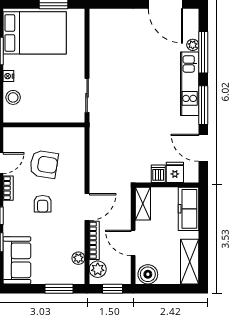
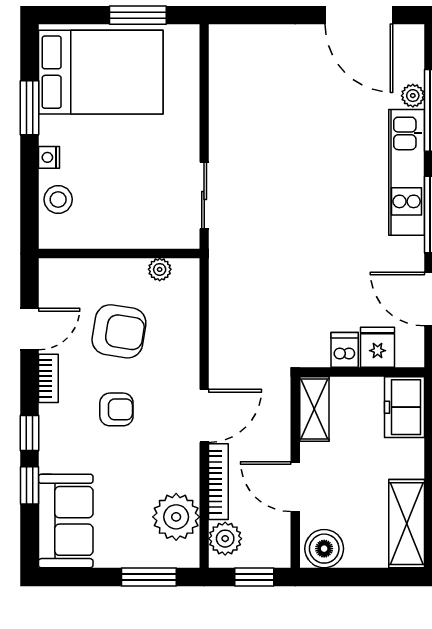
plant: (64, 133) -> (160, 269), added
armchair: (43, 204) -> (116, 409), turned -90
freezer: (188, 209) -> (404, 407), width x0.71
plant: (78, 258) -> (176, 517), width x1.88, depth x1.88

